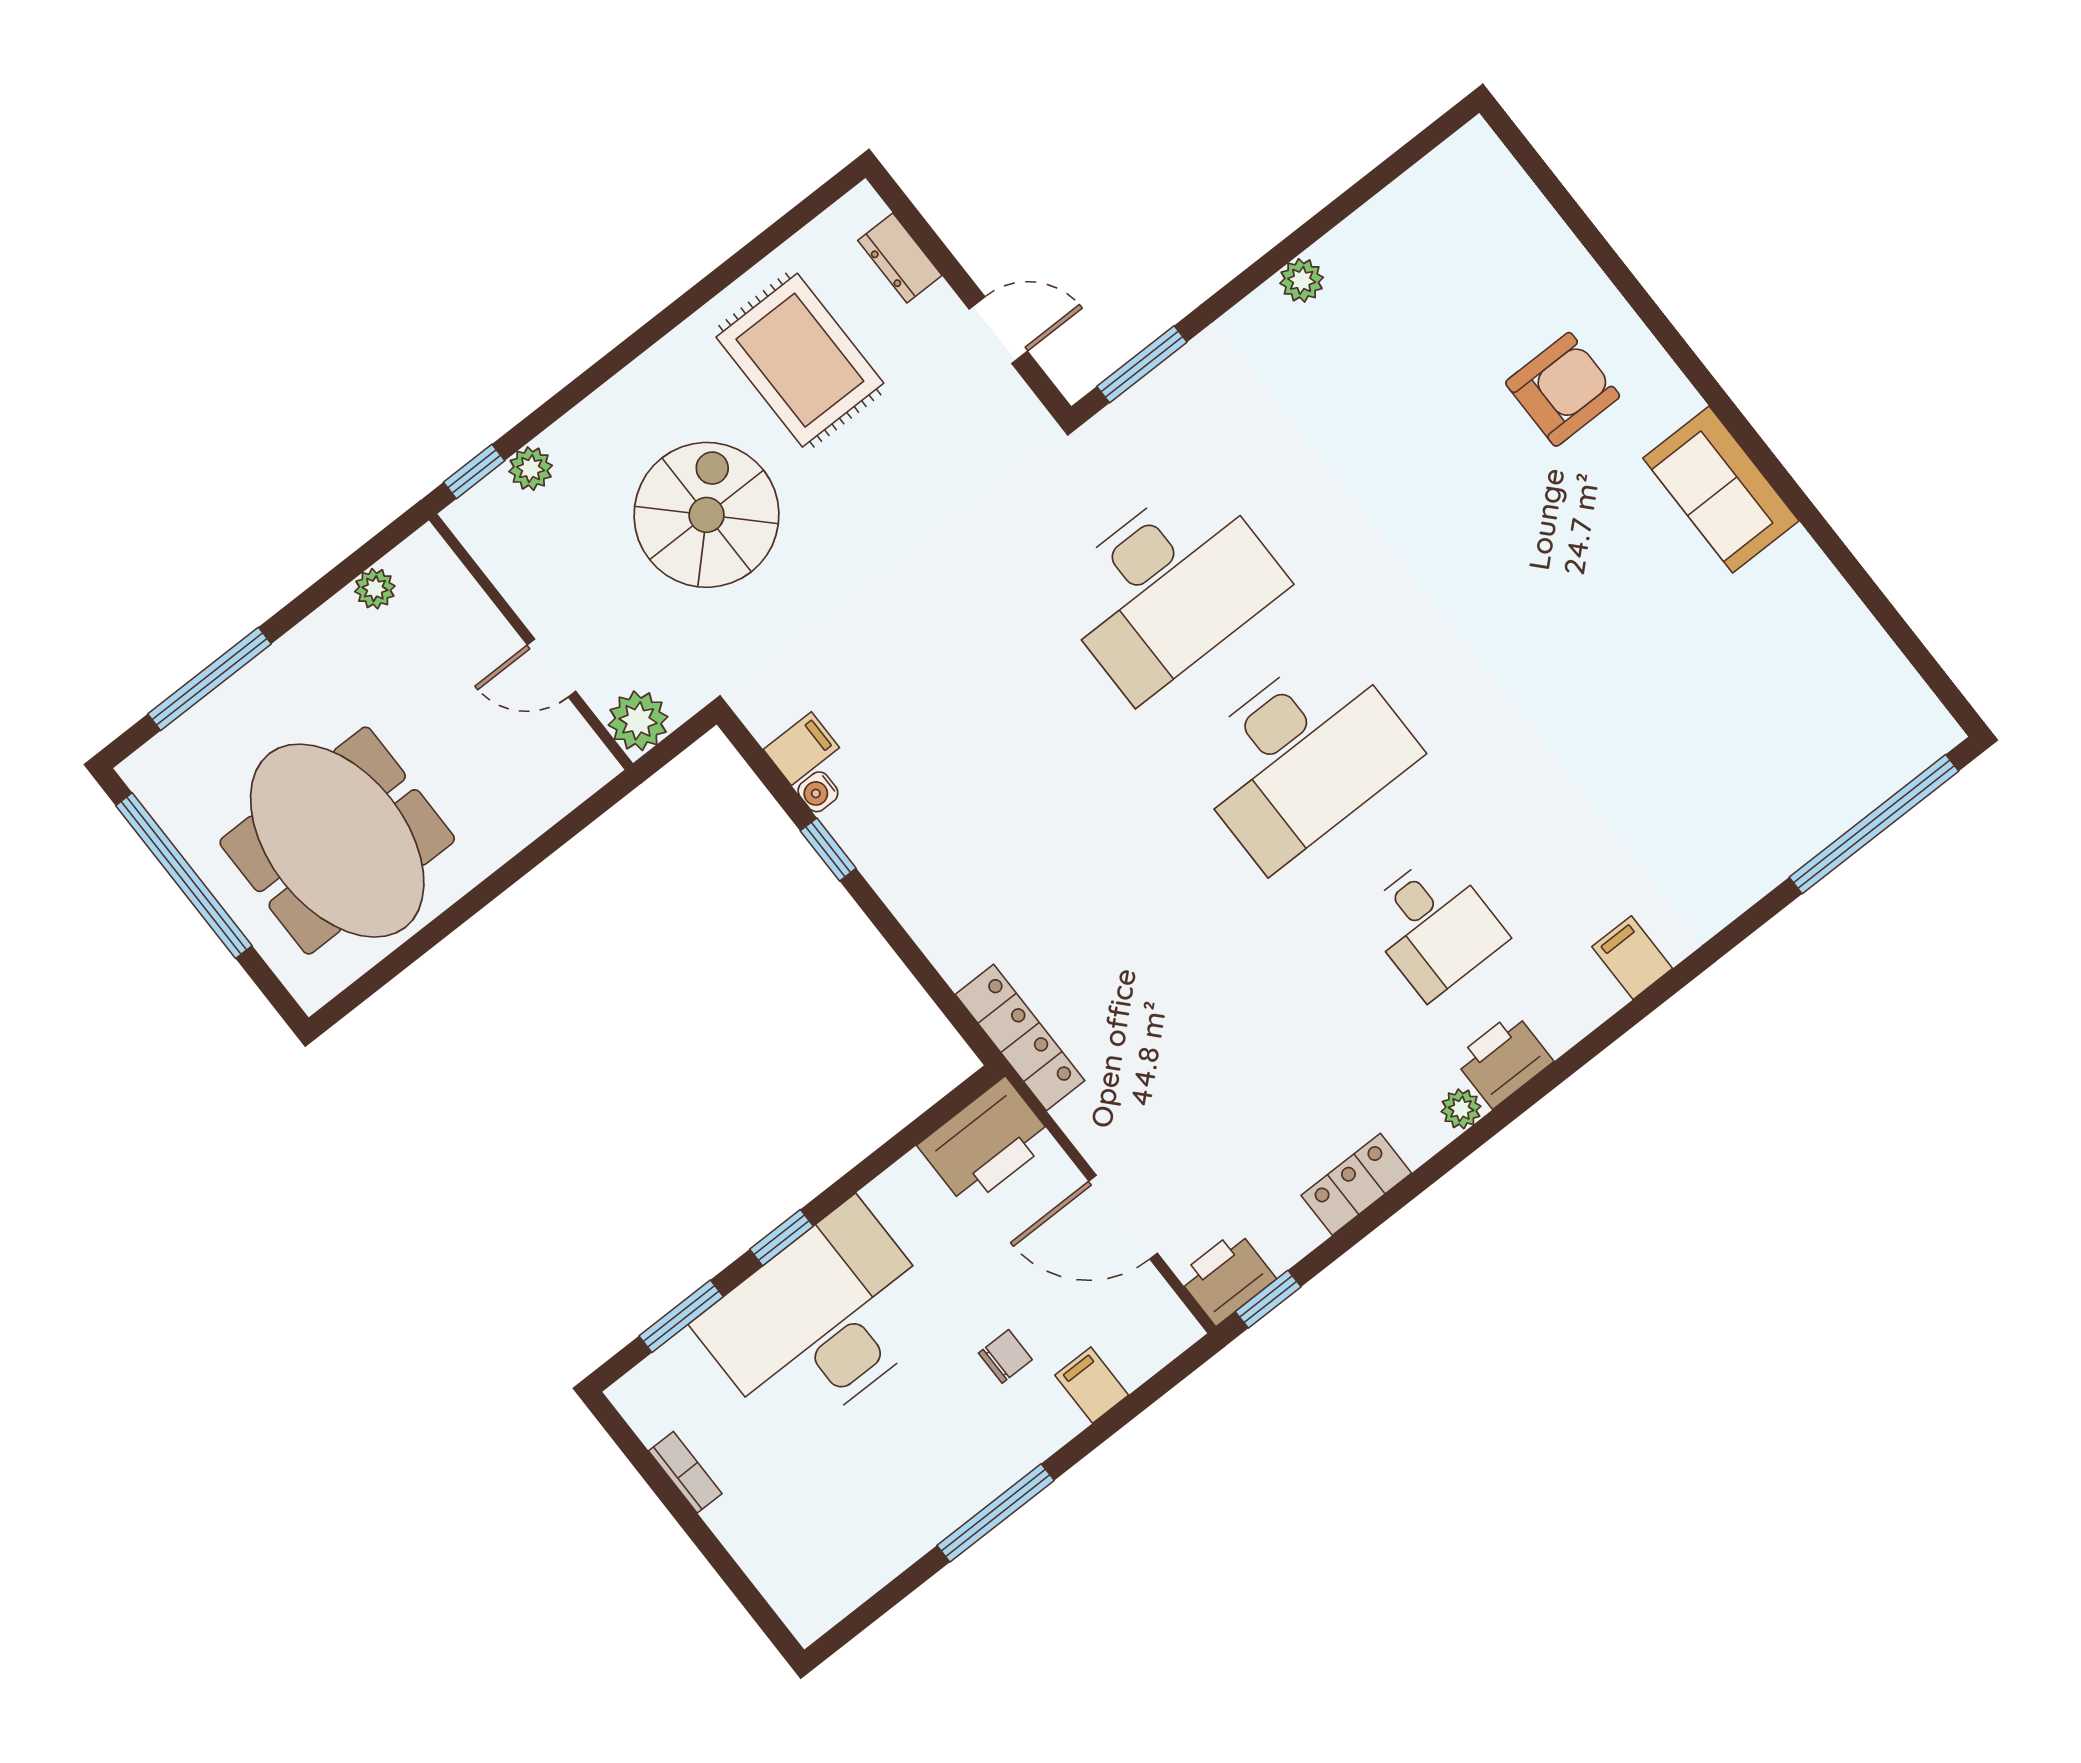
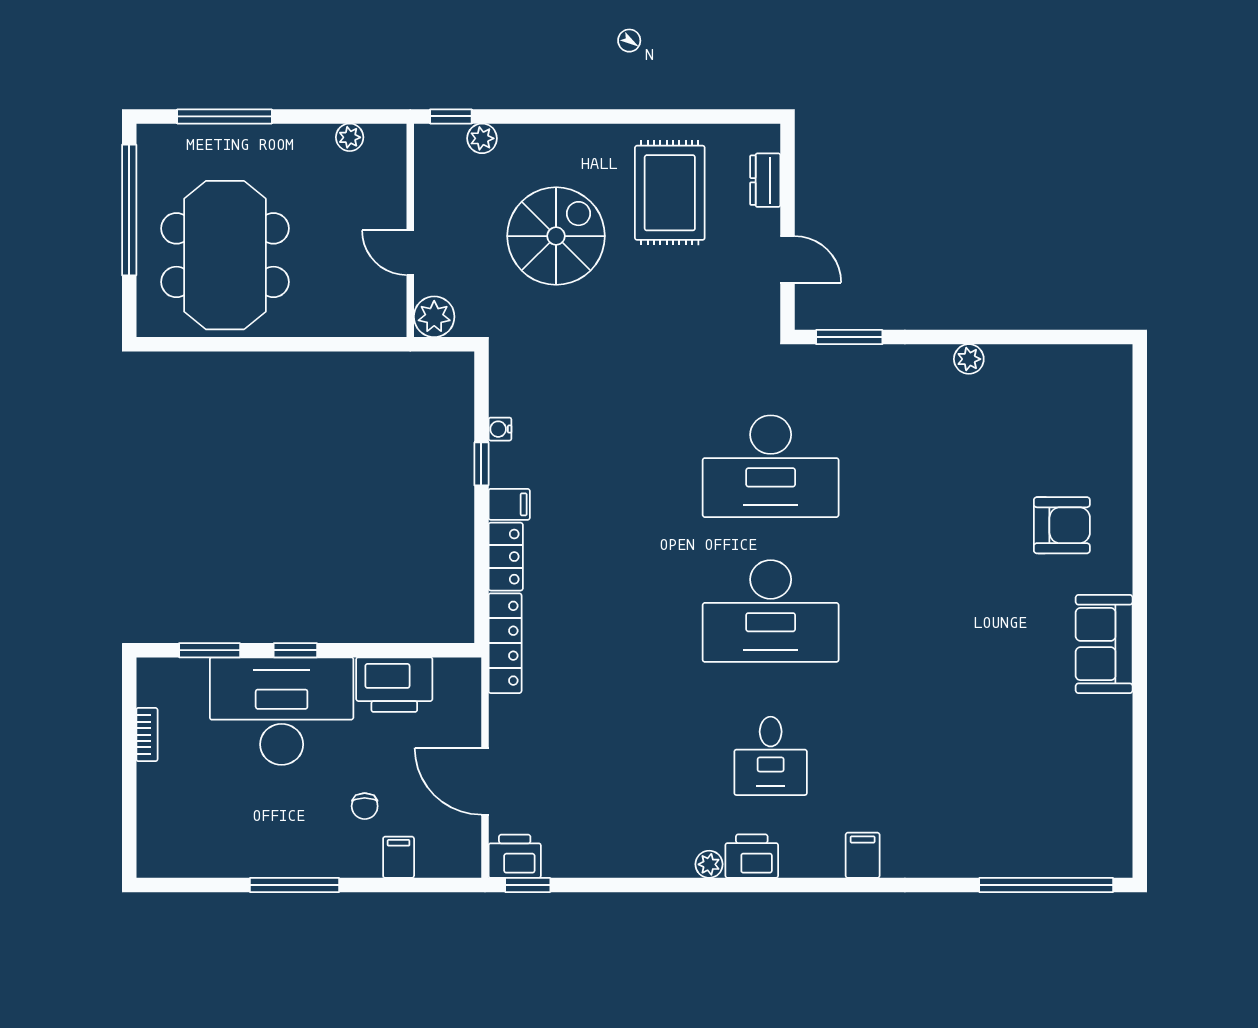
filing cabinet: (801, 749) -> (509, 504), moved
printer: (986, 1142) -> (394, 685), moved
locker: (1356, 1184) -> (506, 557), moved, turned 90
chair: (1005, 1356) -> (365, 806), turned 90

